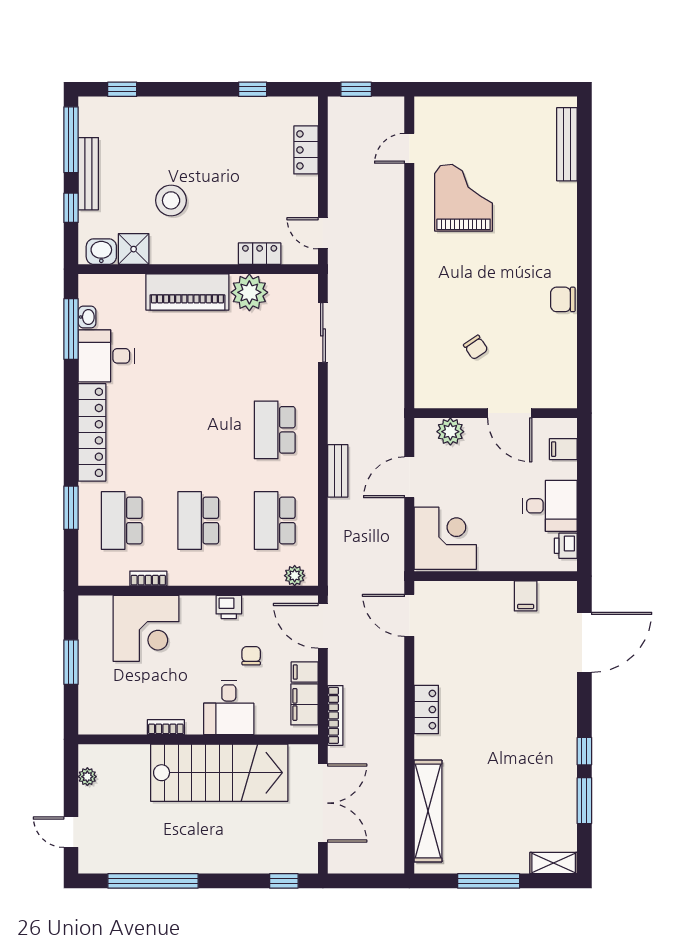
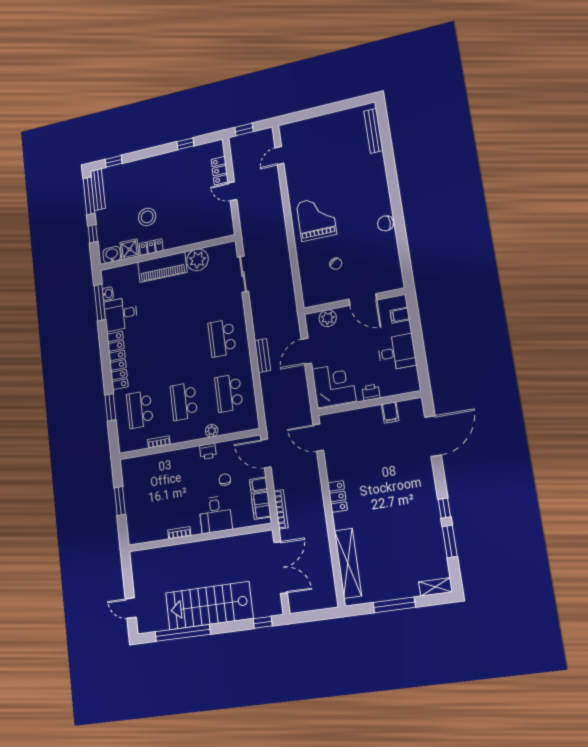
bench: (88, 174) -> (98, 190), moved
grand piano: (464, 198) -> (316, 218), moved
door: (323, 233) -> (232, 191), moved
locker: (260, 254) -> (151, 247), moved
printer: (566, 546) -> (371, 392), moved, turned 90
plant: (295, 576) -> (212, 431), moved
corner desk: (146, 628) -> (161, 473), removed
stairs: (219, 773) -> (209, 606), moved, turned 180
plant: (87, 777) -> (137, 571), removed

